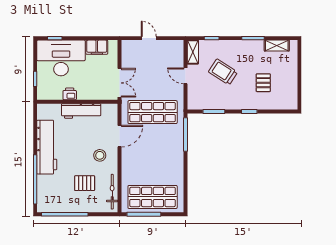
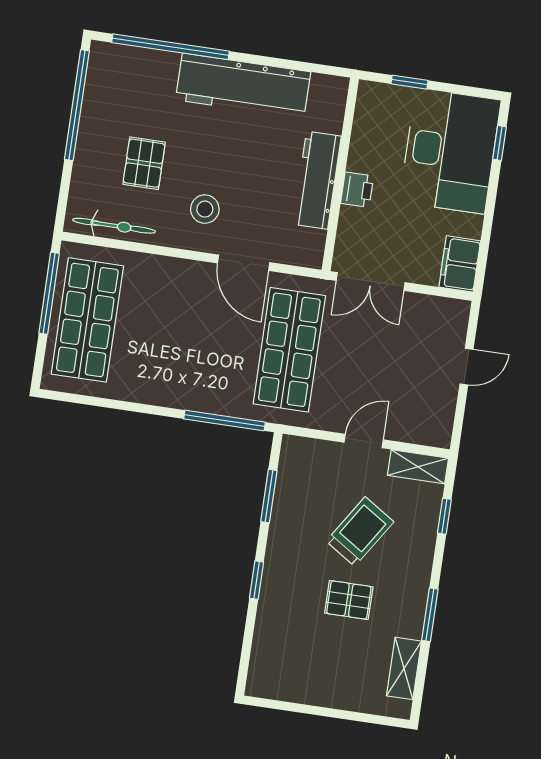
filing cabinet: (97, 47) -> (460, 264), moved
pallet: (263, 83) -> (349, 600), moved
printer: (70, 94) -> (357, 190), moved

